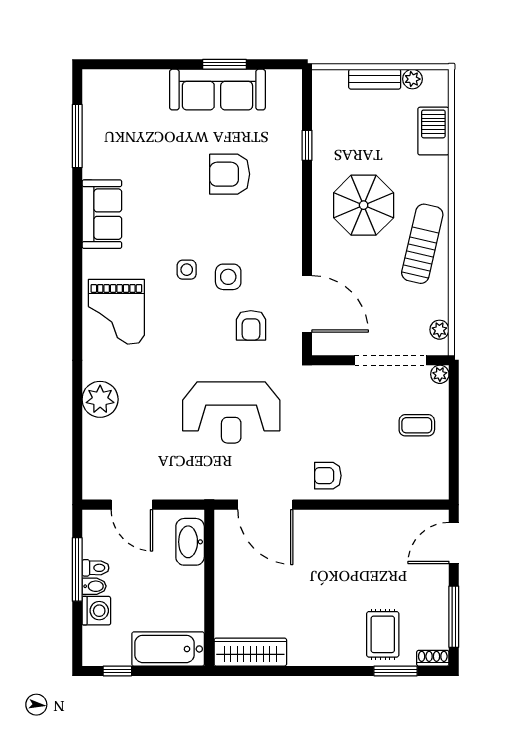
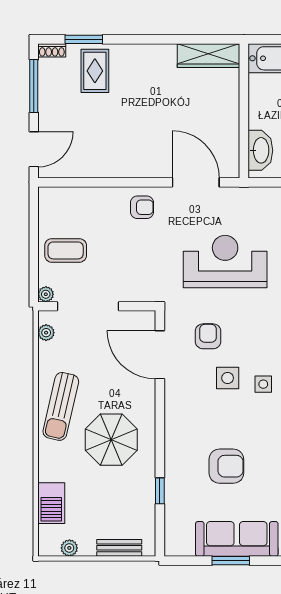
bench: (375, 79) -> (119, 548), moved
coffee table: (417, 425) -> (66, 250), width x1.36, depth x1.30

